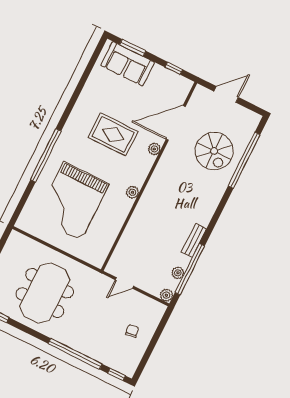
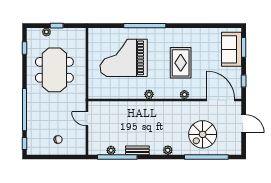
door: (176, 123) -> (221, 100), moved
meeting table: (45, 293) -> (54, 70), turned 90
plant: (166, 295) -> (168, 150), moved

